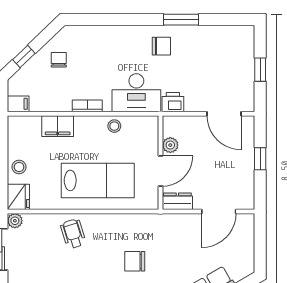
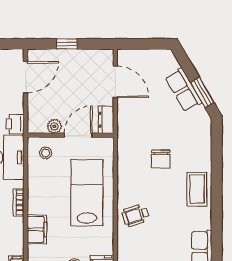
stool: (114, 126) -> (46, 153), moved
door: (161, 171) -> (78, 135), hinge flipped

